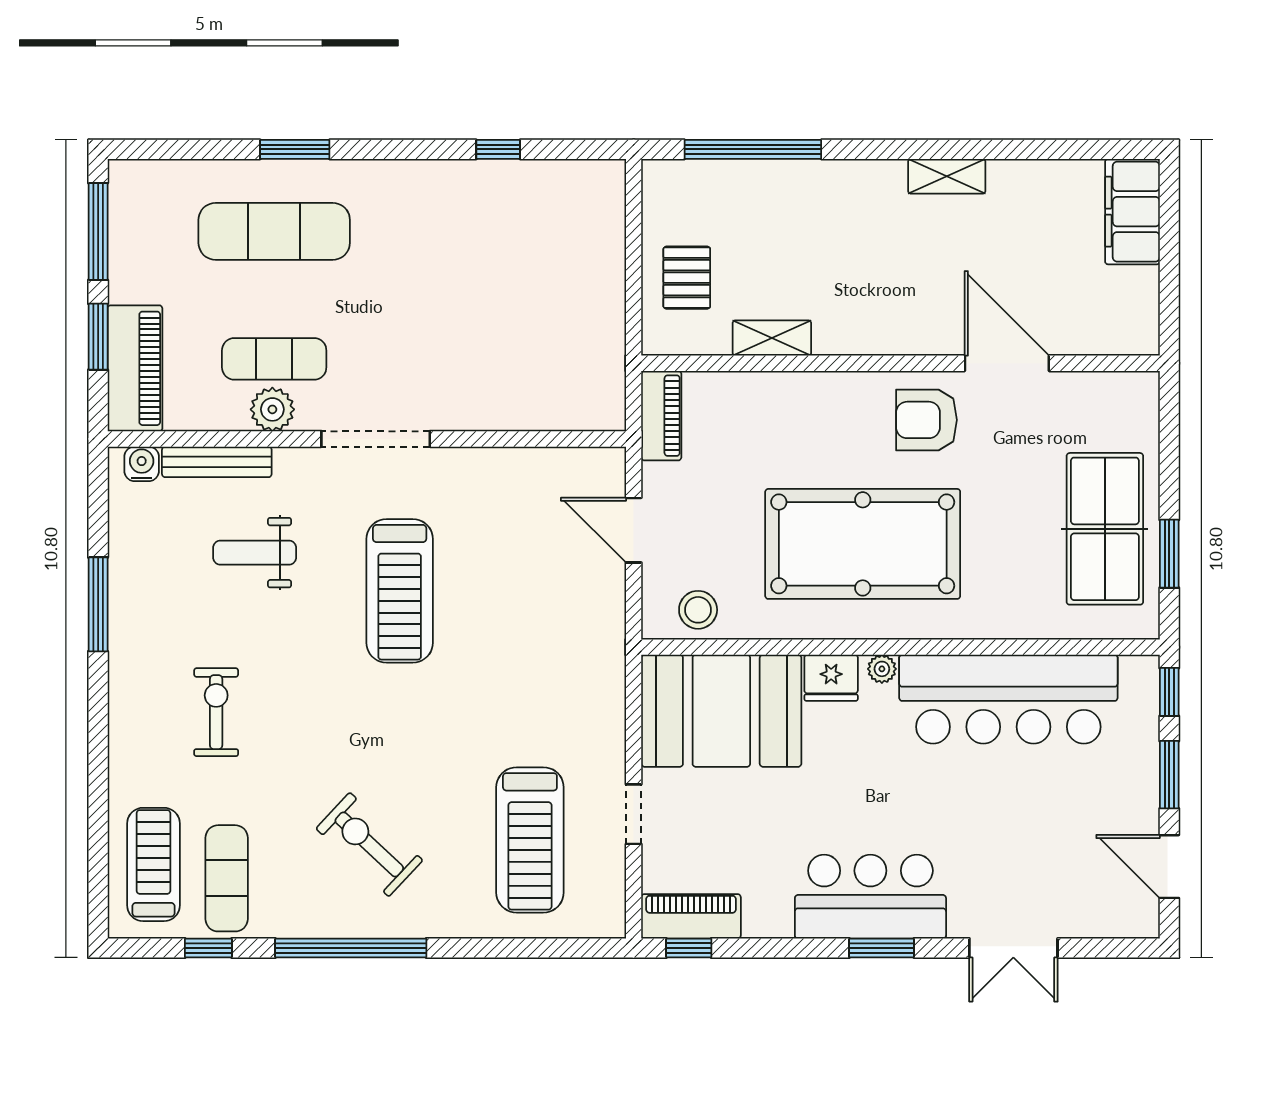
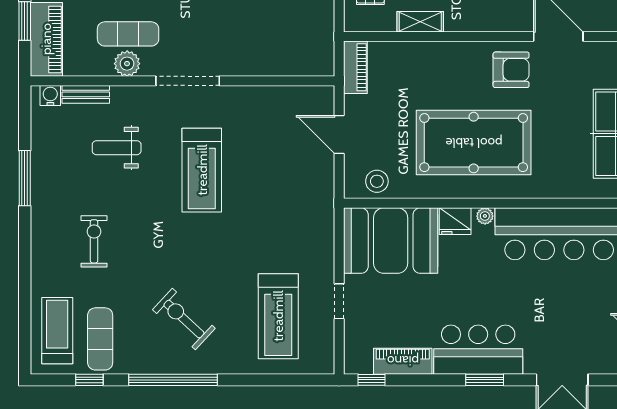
armchair: (927, 420) -> (511, 70), turned 180
bench: (217, 462) -> (86, 94), width x0.73
piano: (691, 916) -> (403, 361), moved

